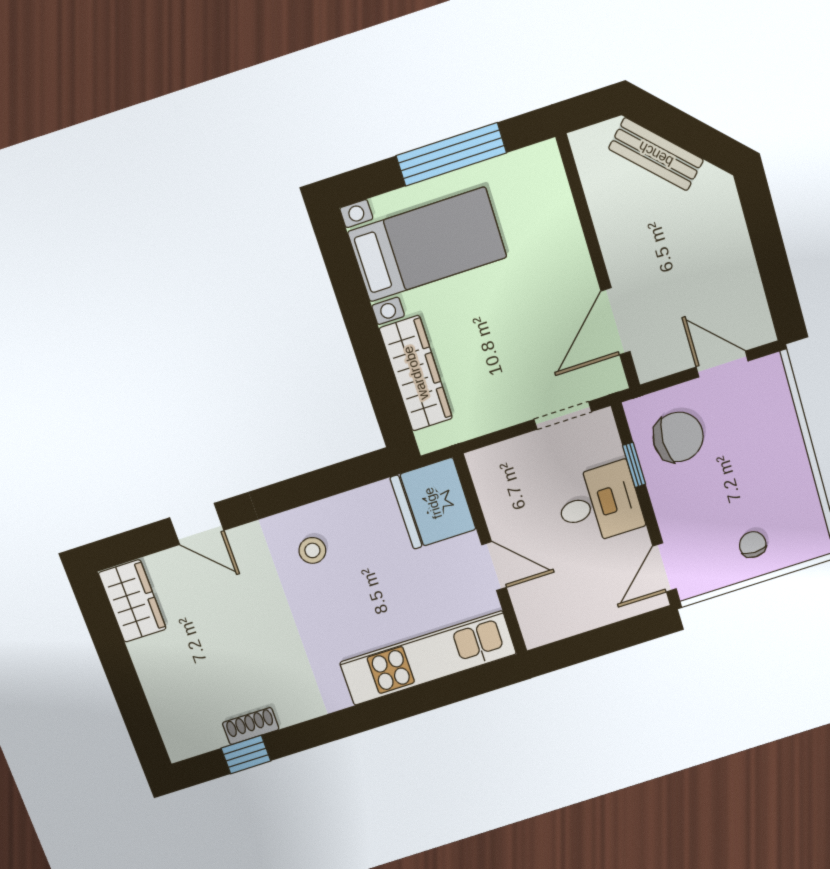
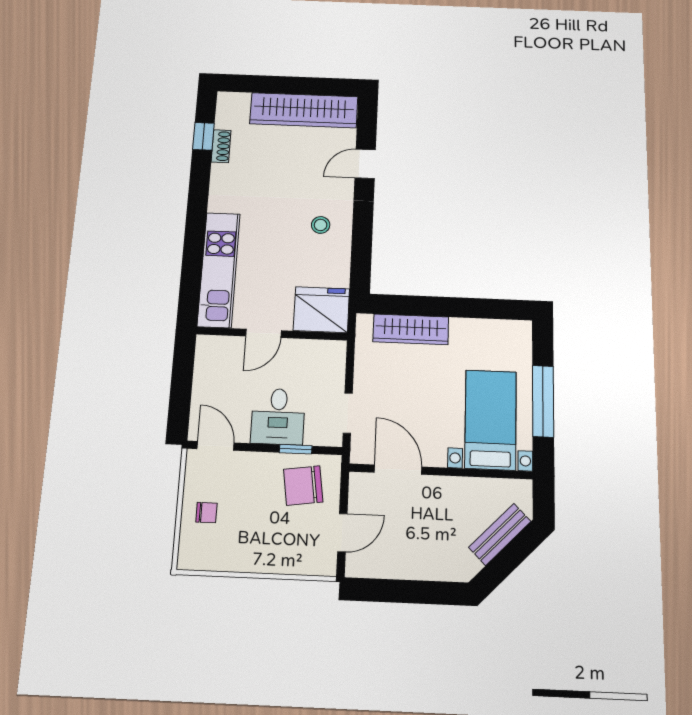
bed with nightstands: (427, 245) -> (491, 420), moved, turned 180
chair: (678, 437) -> (303, 486), turned 82
wardrobe: (132, 601) -> (304, 110), width x2.10, depth x1.17

